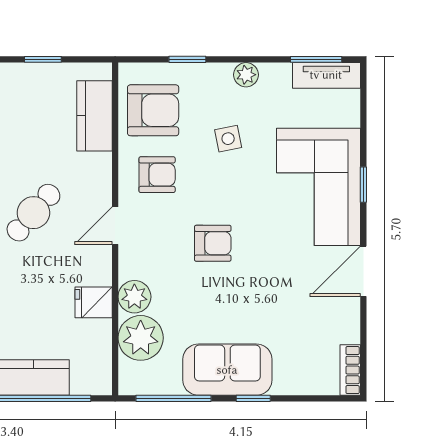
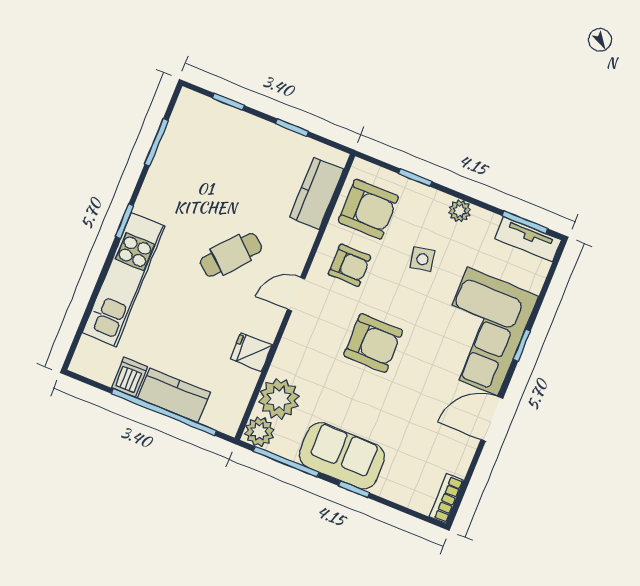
armchair: (213, 243) -> (373, 343), width x1.38, depth x1.38
plant: (134, 297) -> (259, 432), moved

